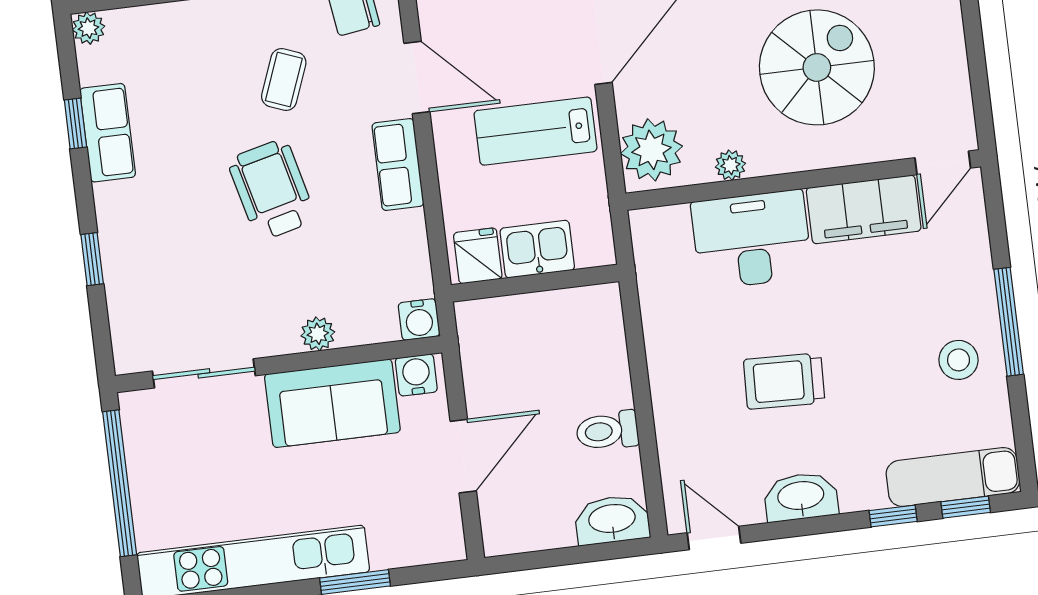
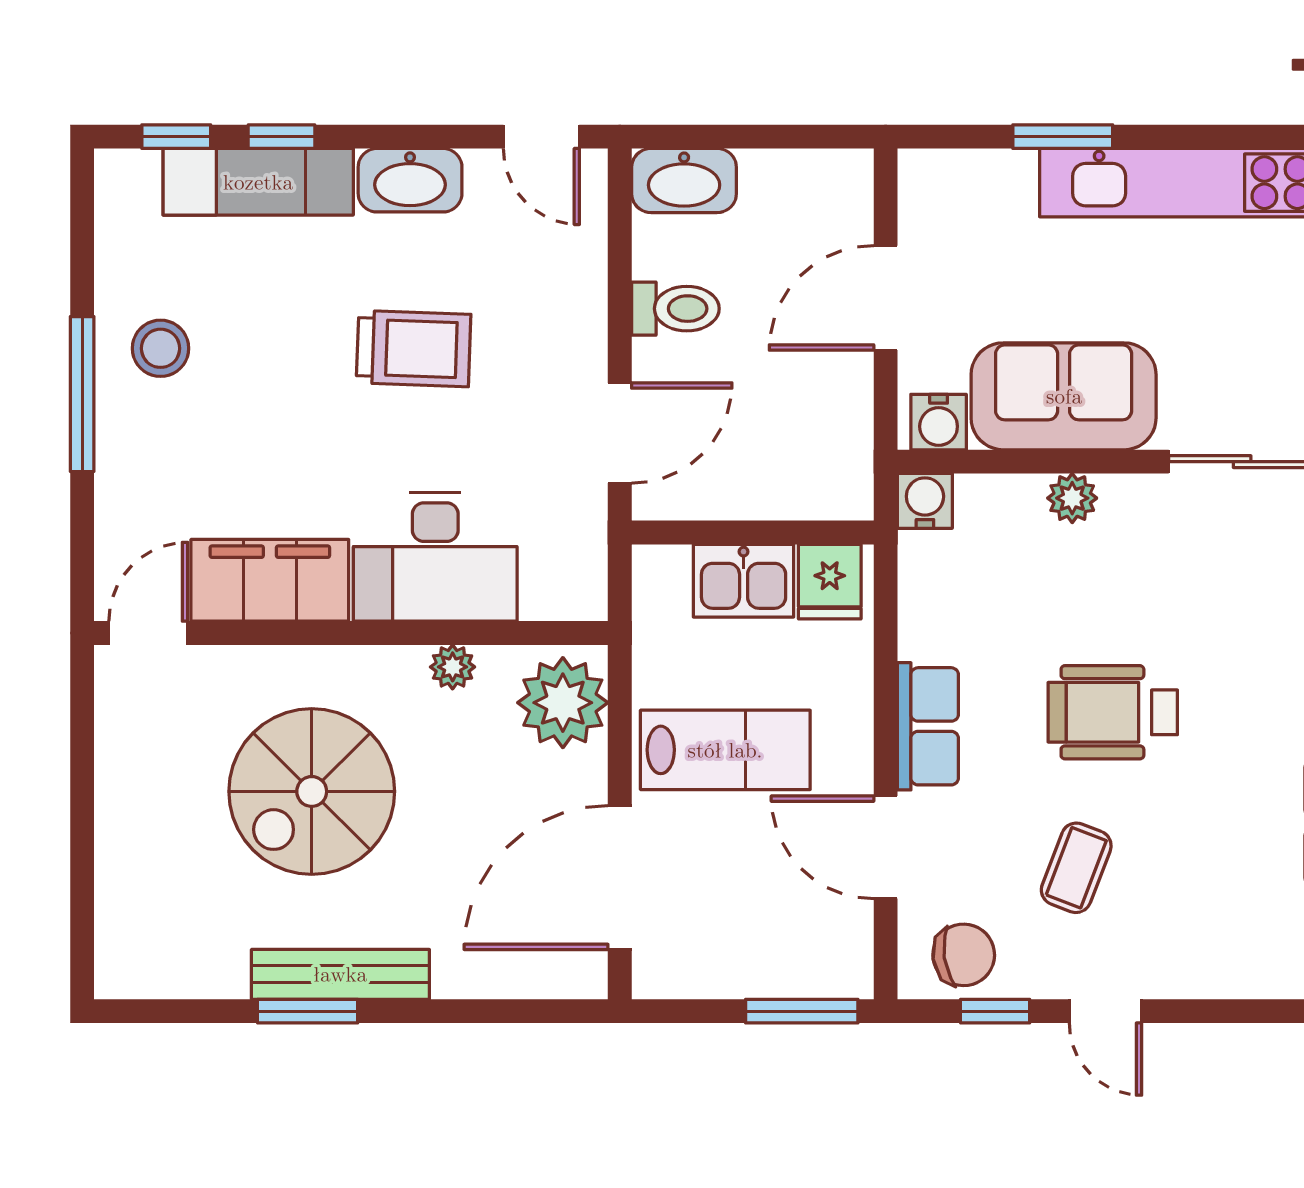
wheelchair: (272, 190) -> (1113, 712), turned 104
door: (635, 340) -> (620, 433), added
exam couch: (953, 477) -> (258, 182), moved

